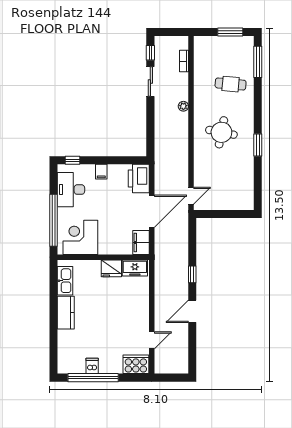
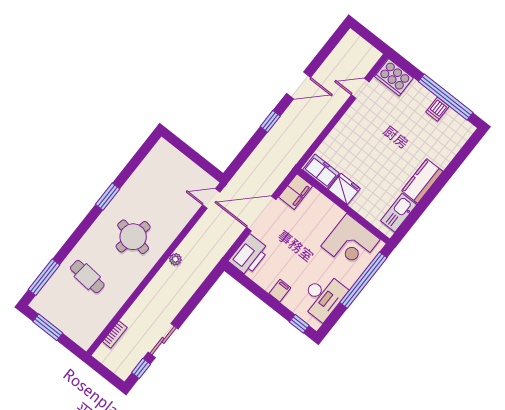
plant: (183, 106) -> (175, 259), moved

